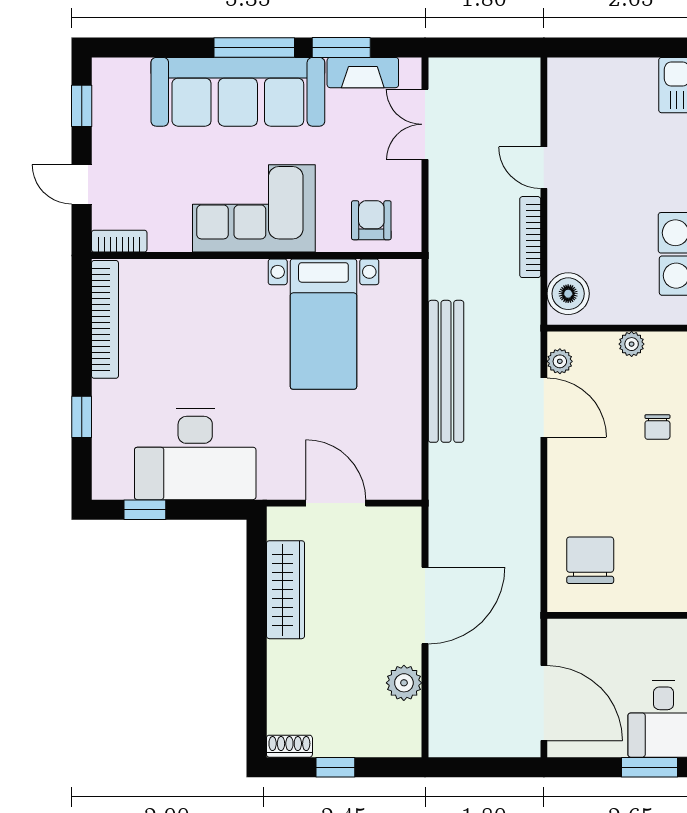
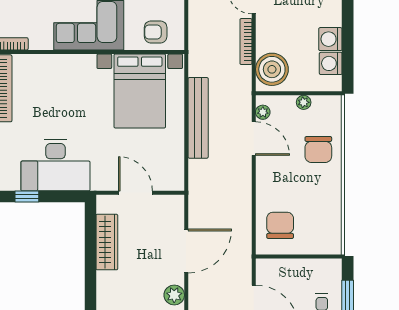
armchair: (371, 220) -> (156, 32), turned -90
boiler: (568, 294) -> (272, 69), width x1.37, depth x1.37
bed with nightstands: (323, 324) -> (140, 91), width x1.36
chair: (657, 427) -> (318, 150), width x1.87, depth x1.87

